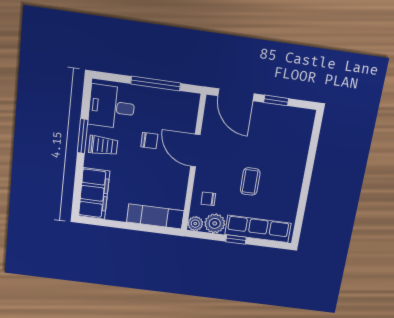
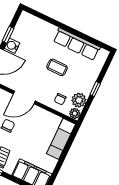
water cooler: (262, 111) -> (12, 46), added
row of seats: (258, 229) -> (77, 44), moved, turned -90

